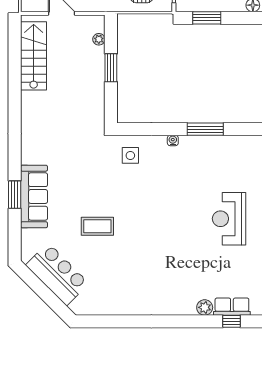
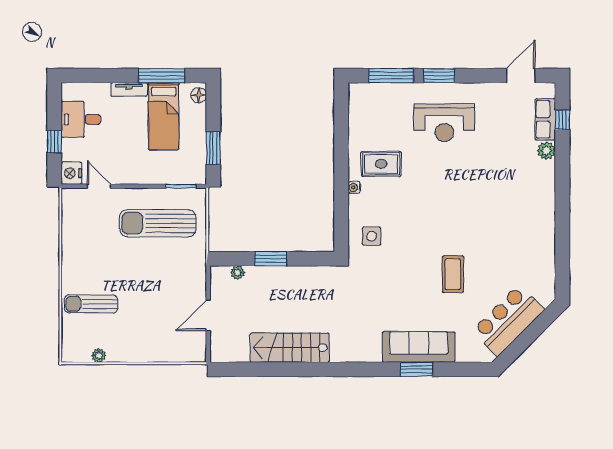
stairs: (34, 56) -> (290, 348), moved
window: (205, 129) -> (341, 150), removed
rug: (193, 164) -> (381, 164), added

